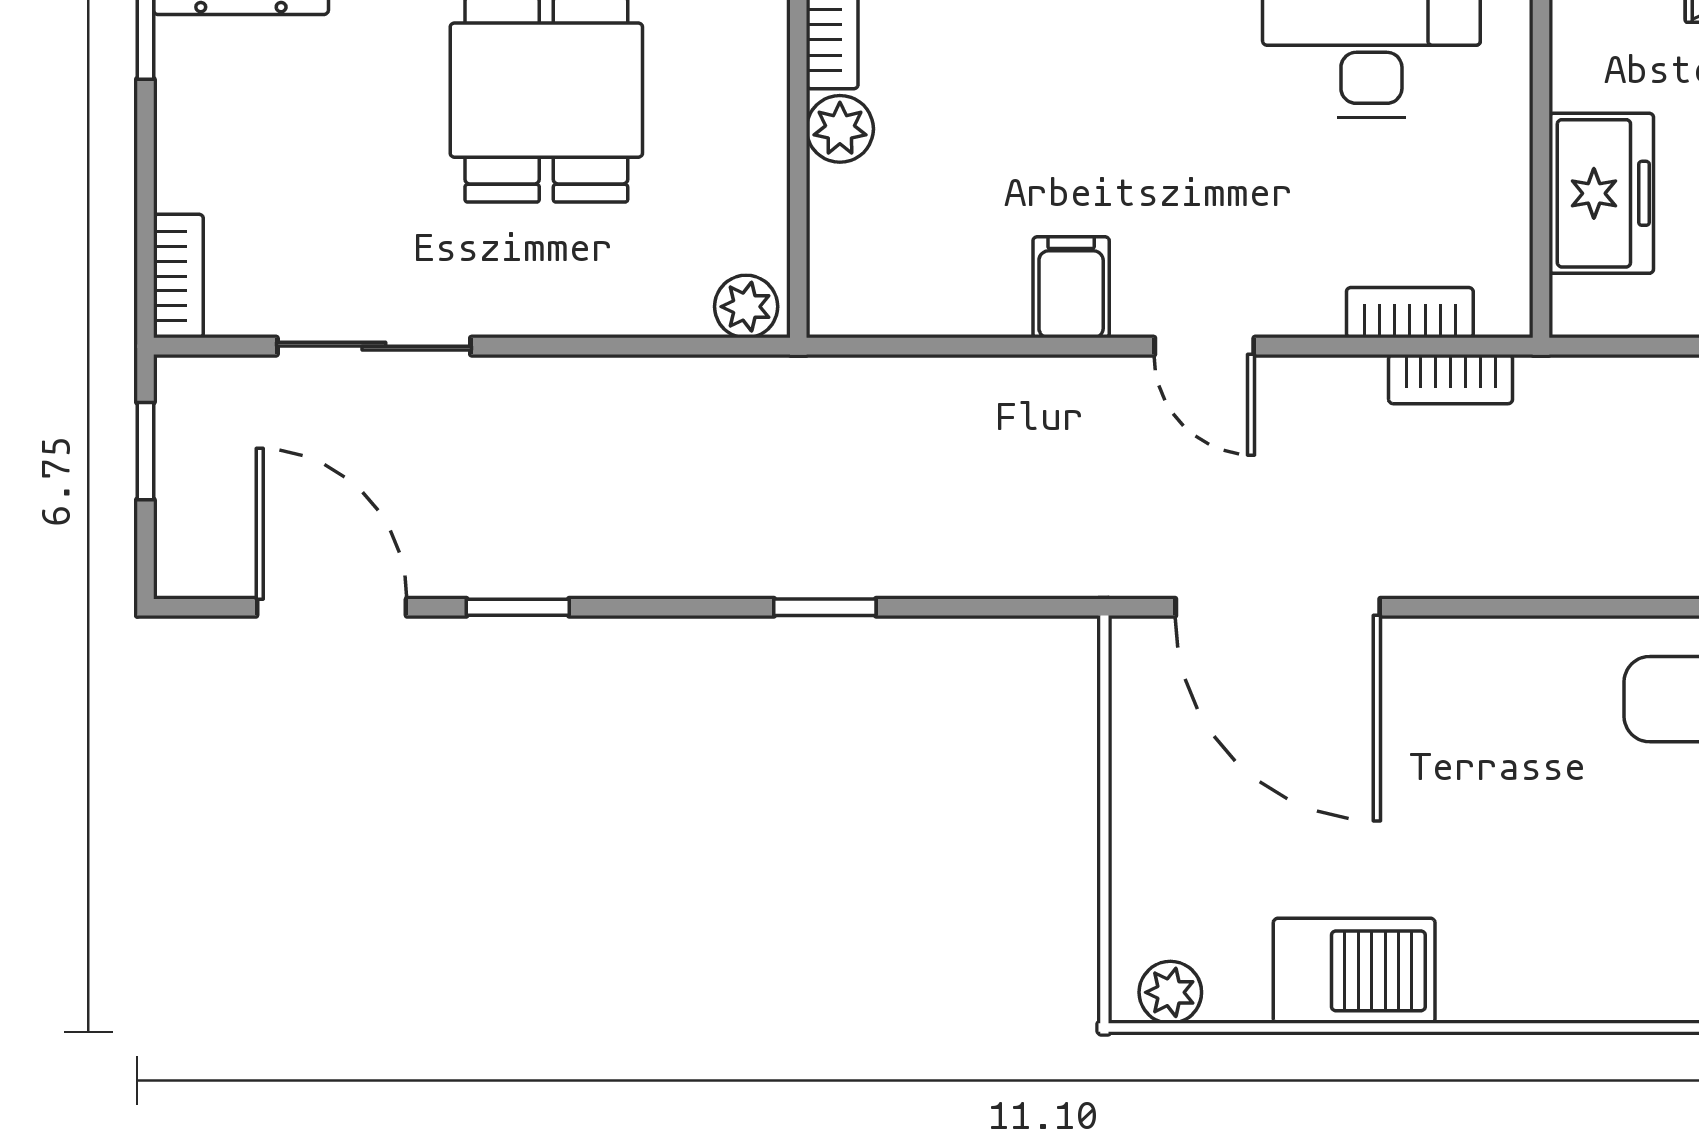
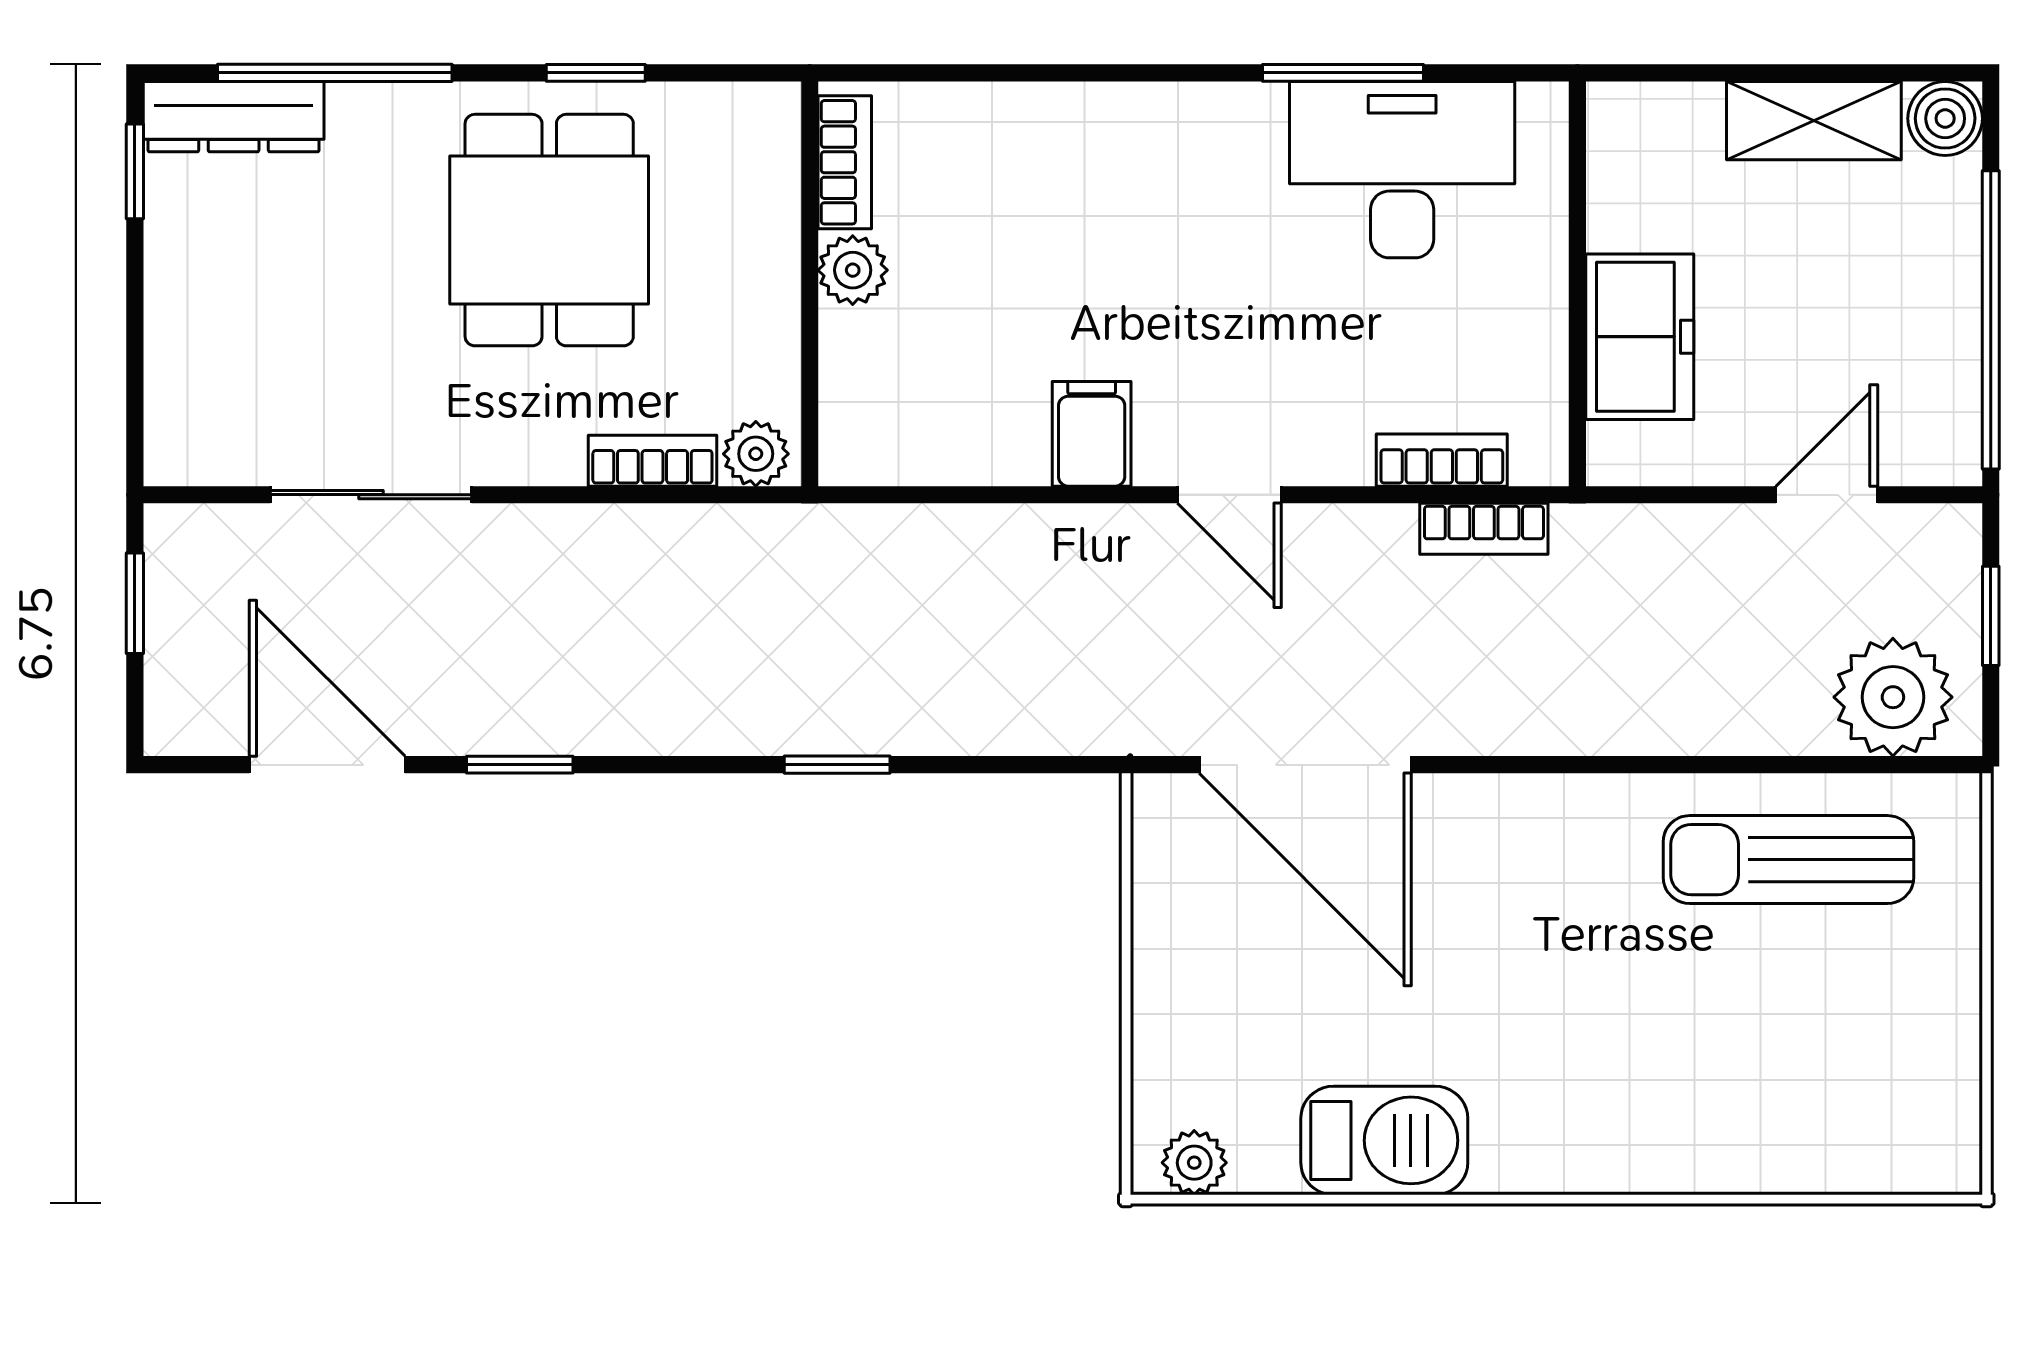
bookcase: (178, 276) -> (652, 461), moved, turned -90

